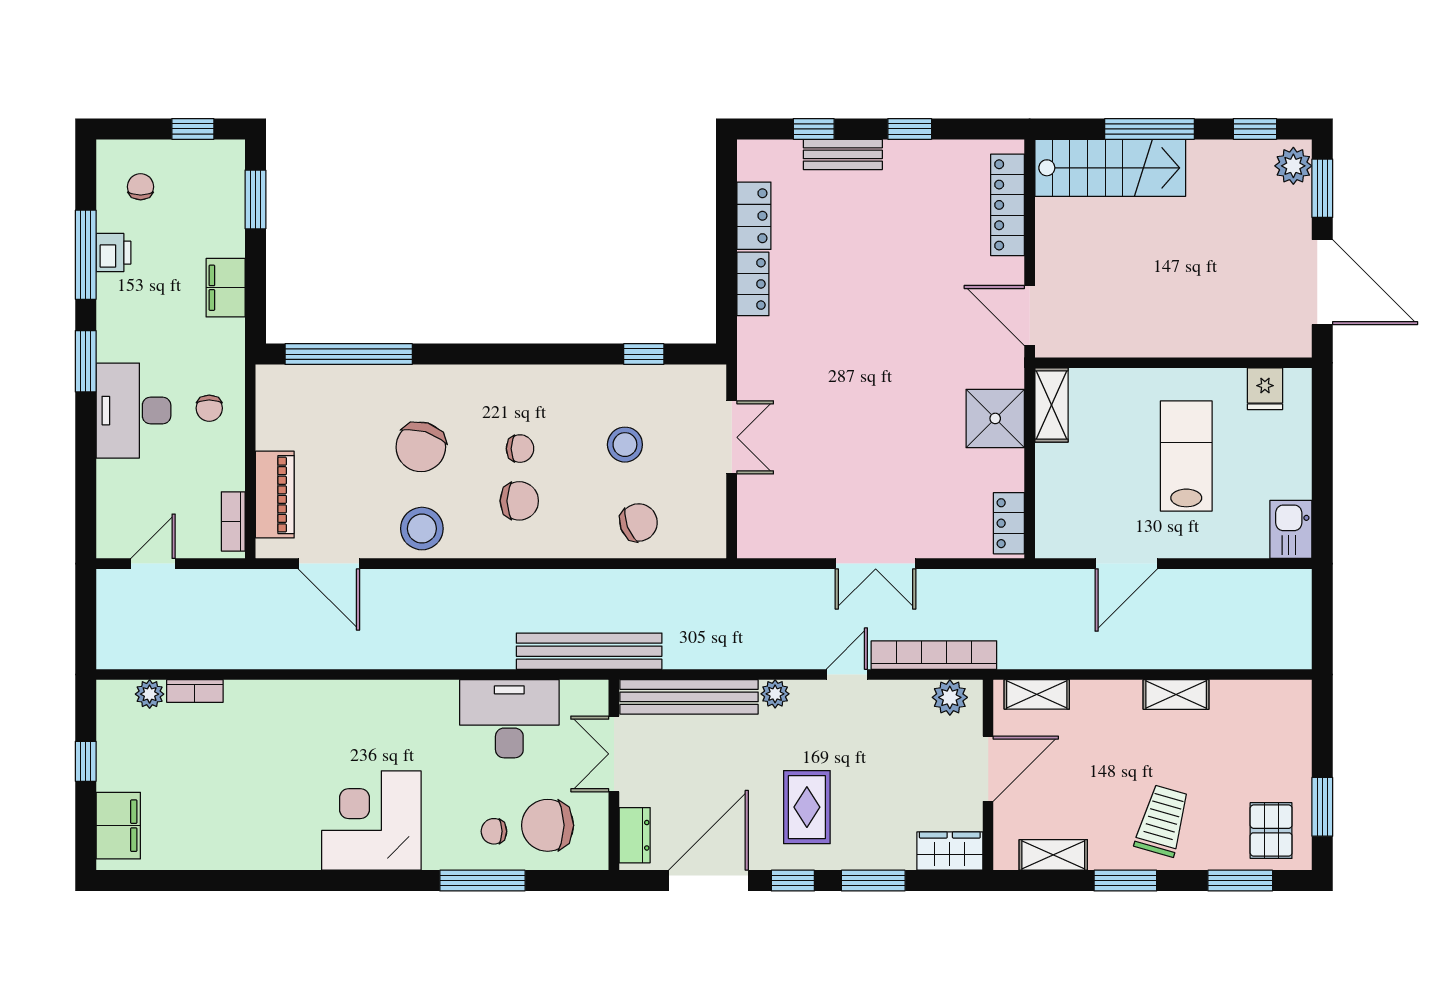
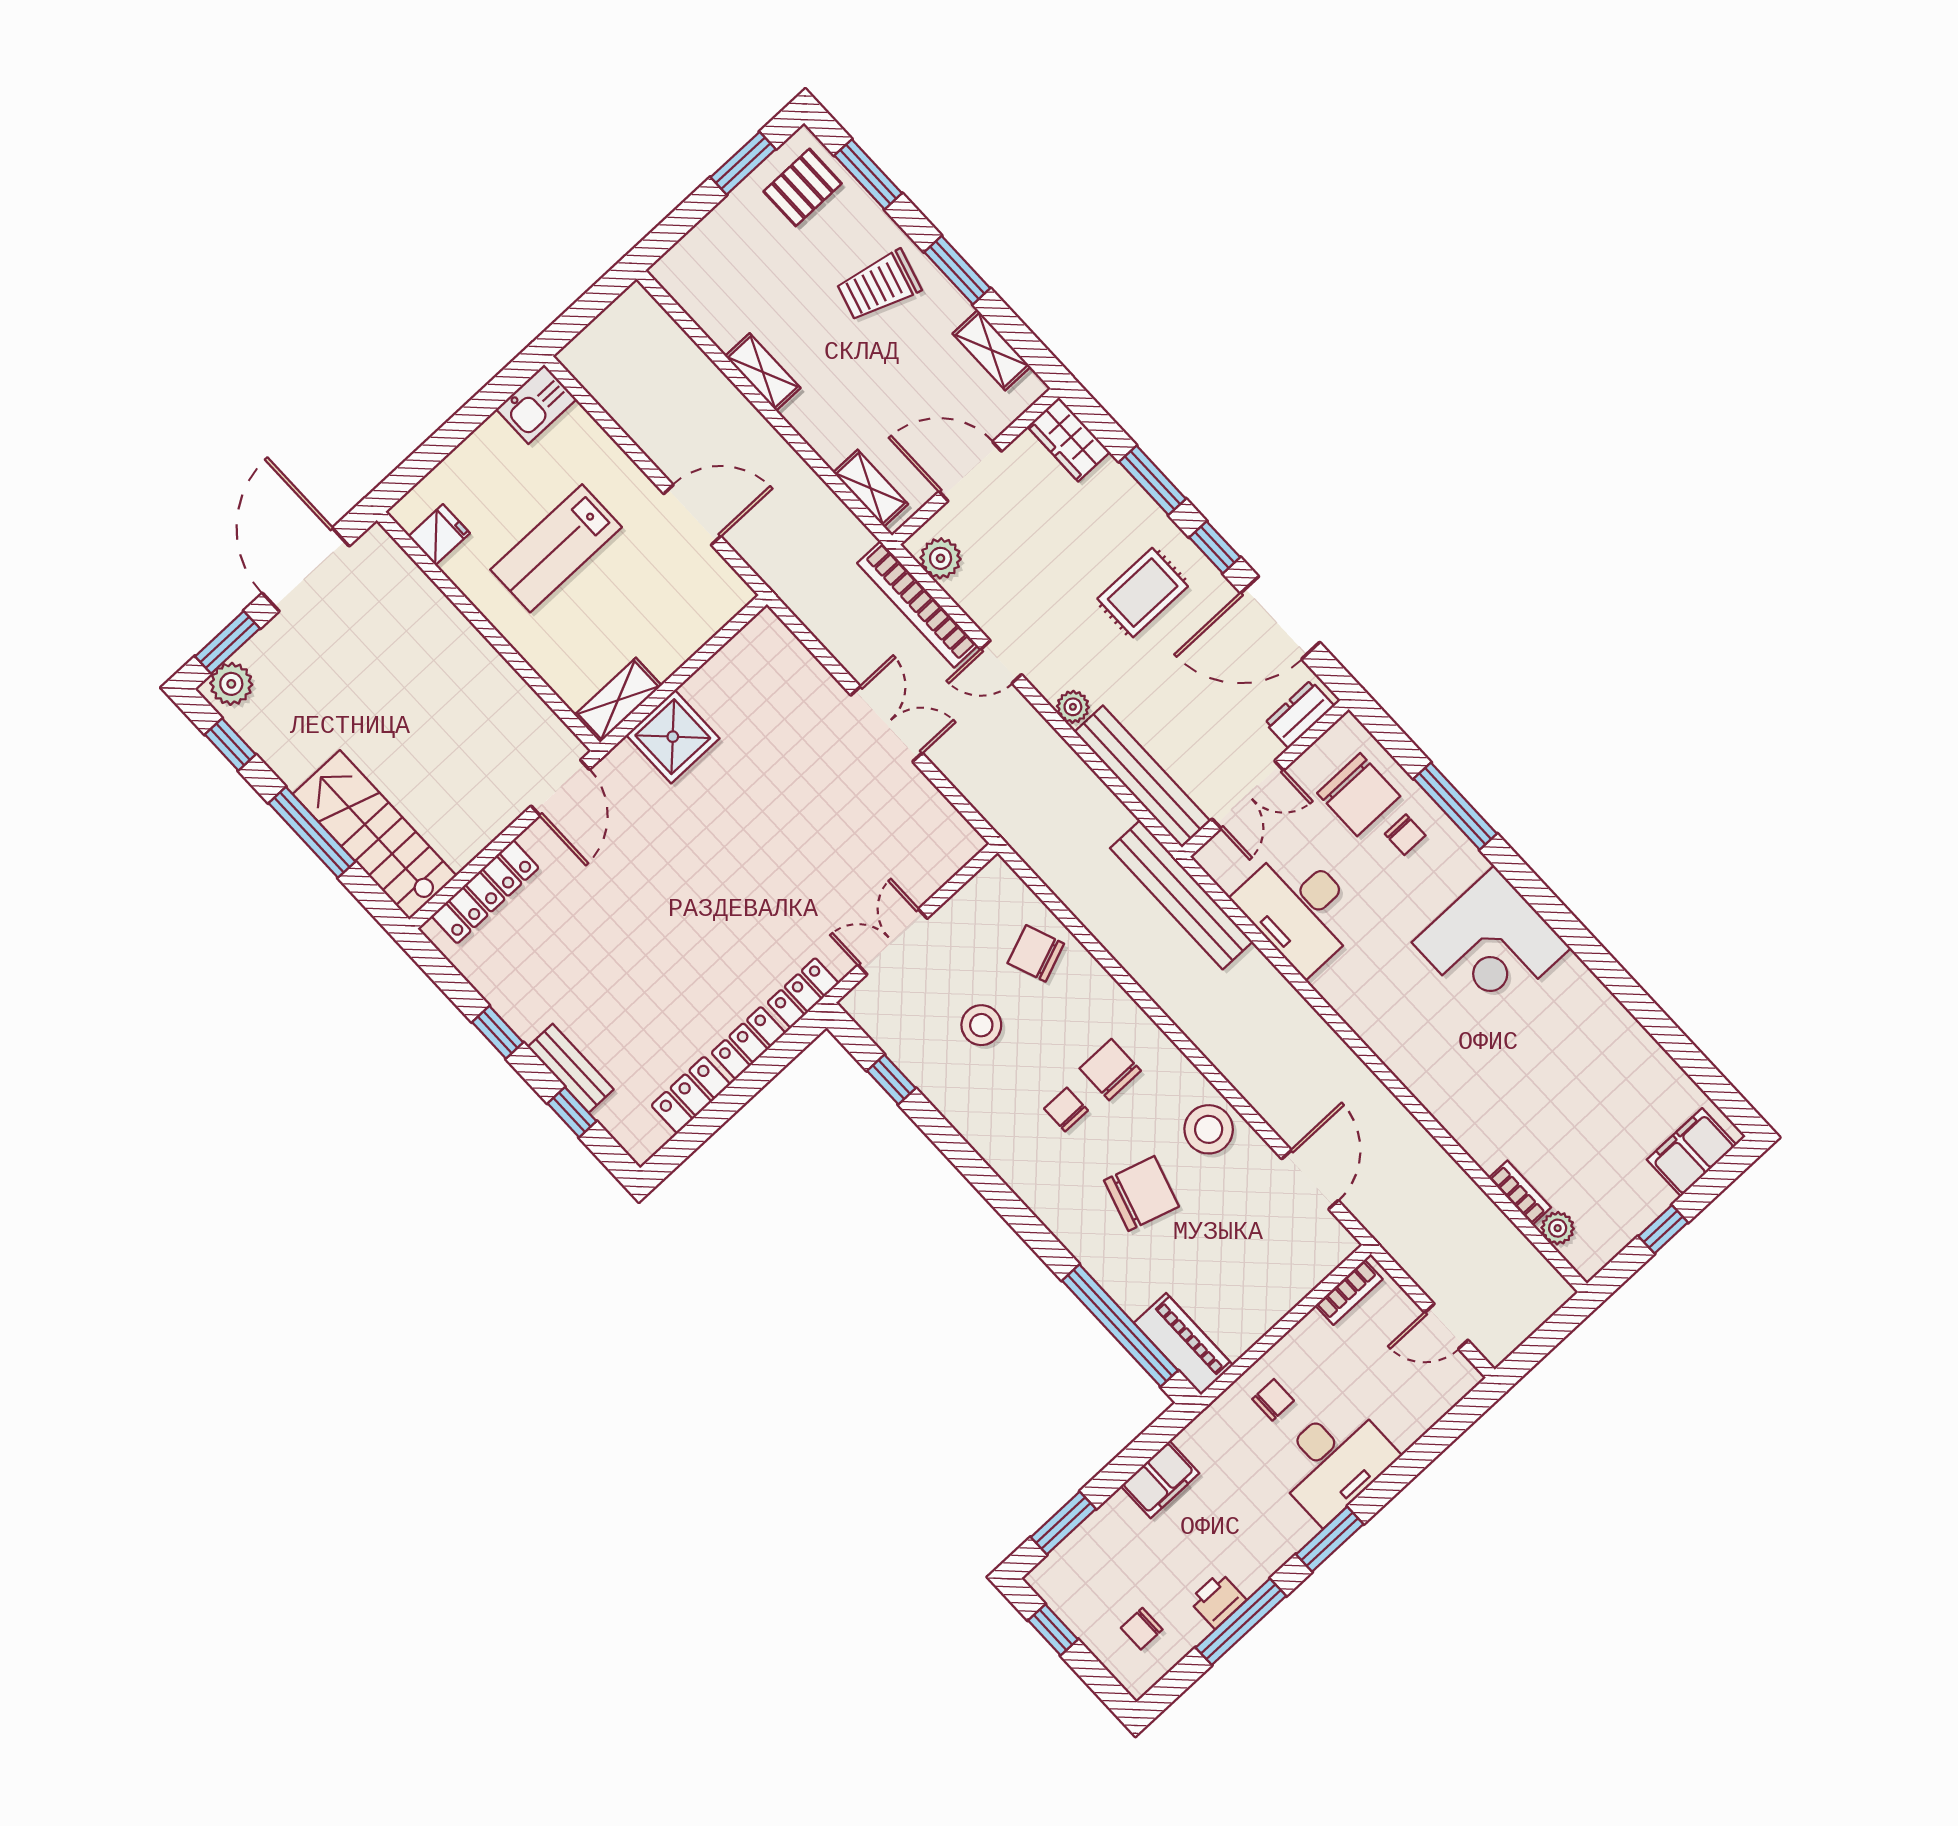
piano: (275, 495) -> (1183, 1344), moved, turned 90
locker: (1009, 523) -> (803, 993), moved, turned 180

